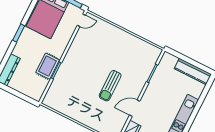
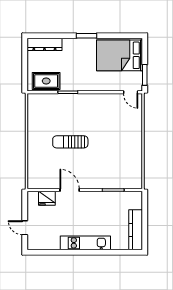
rug: (48, 66) -> (46, 81), moved
sun lounger: (110, 86) -> (70, 142), moved

